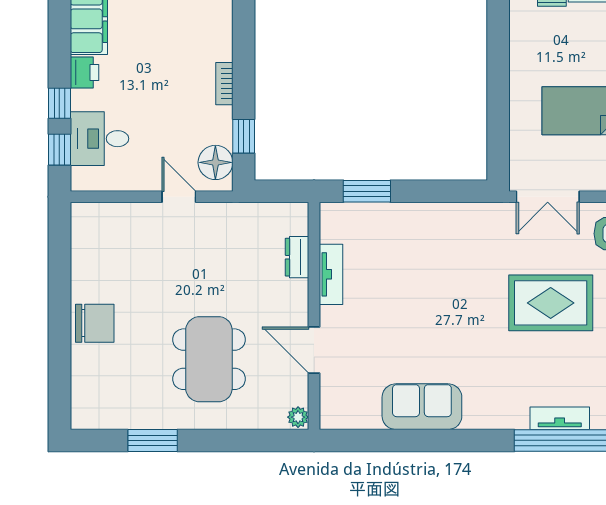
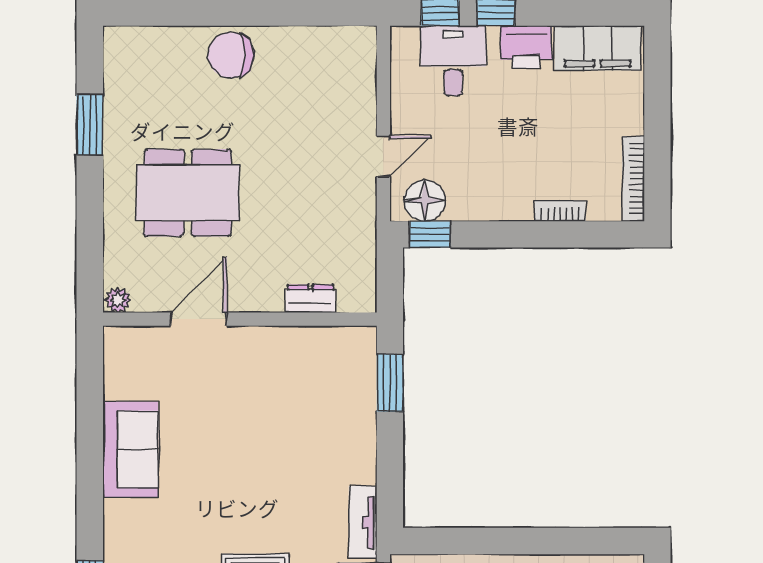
printer: (85, 72) -> (526, 47), width x1.36, depth x1.24
bookcase: (224, 84) -> (560, 211), moved
window: (244, 136) -> (430, 234), moved
tv unit: (331, 274) -> (363, 522), moved, turned 90
chair: (95, 323) -> (231, 55), turned 90

